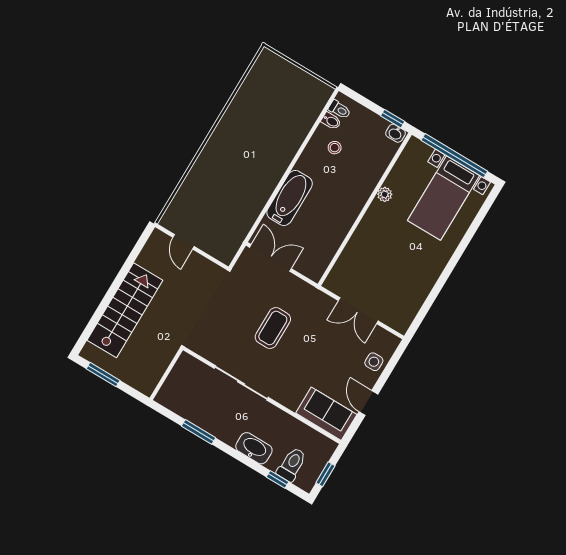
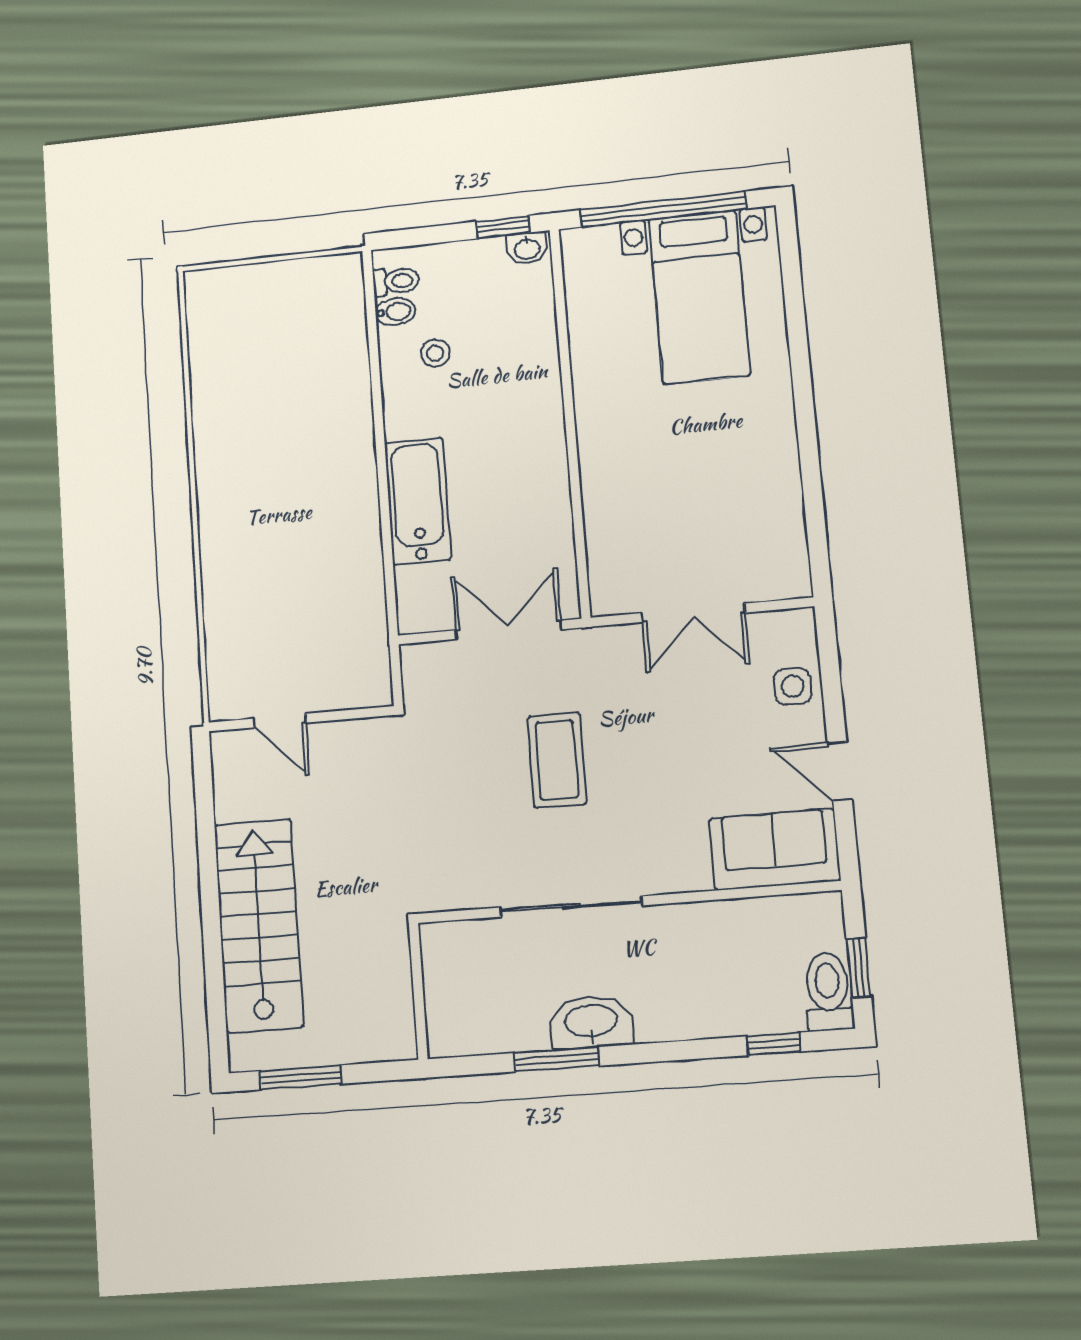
plant: (385, 194) -> (587, 369), removed
double door: (270, 258) -> (508, 630), moved
washbasin: (254, 448) -> (591, 1022), moved
toilet: (292, 464) -> (828, 991), moved

